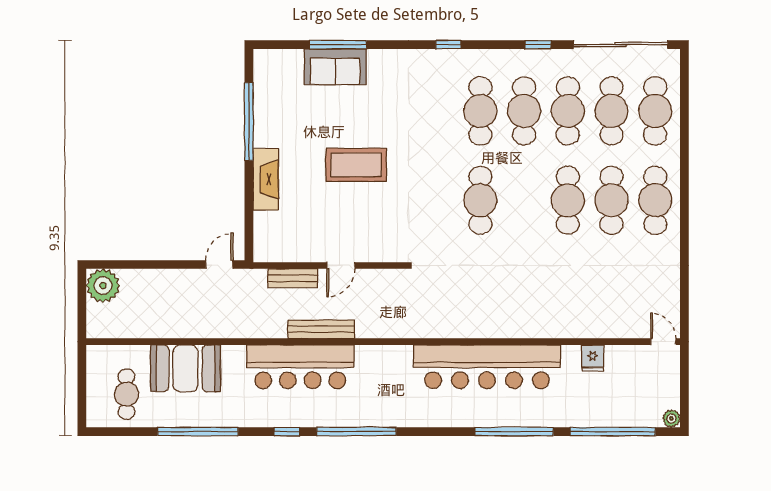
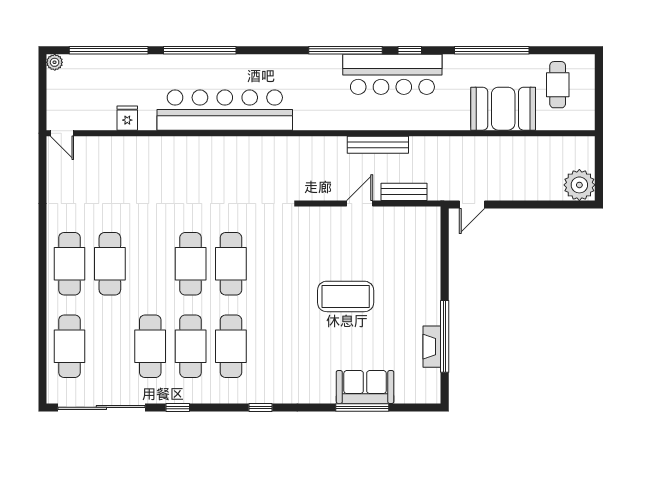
cafe table: (612, 111) -> (110, 346), removed
fireplace: (266, 179) -> (432, 347), moved, width x0.73, depth x0.76
cafe table: (568, 200) -> (191, 264), moved
bar counter: (300, 367) -> (392, 74), moved, turned 180

